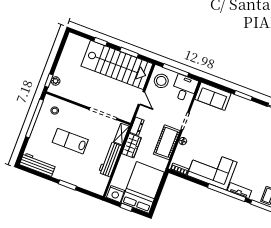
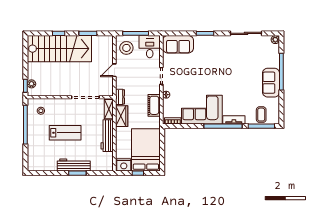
stairs: (117, 65) -> (59, 49), moved
door: (141, 98) -> (114, 70), swing flipped
lab bench: (70, 141) -> (65, 133), turned 180
cot: (167, 142) -> (154, 105), width x0.73, depth x0.75
workbench: (38, 165) -> (74, 165), moved

